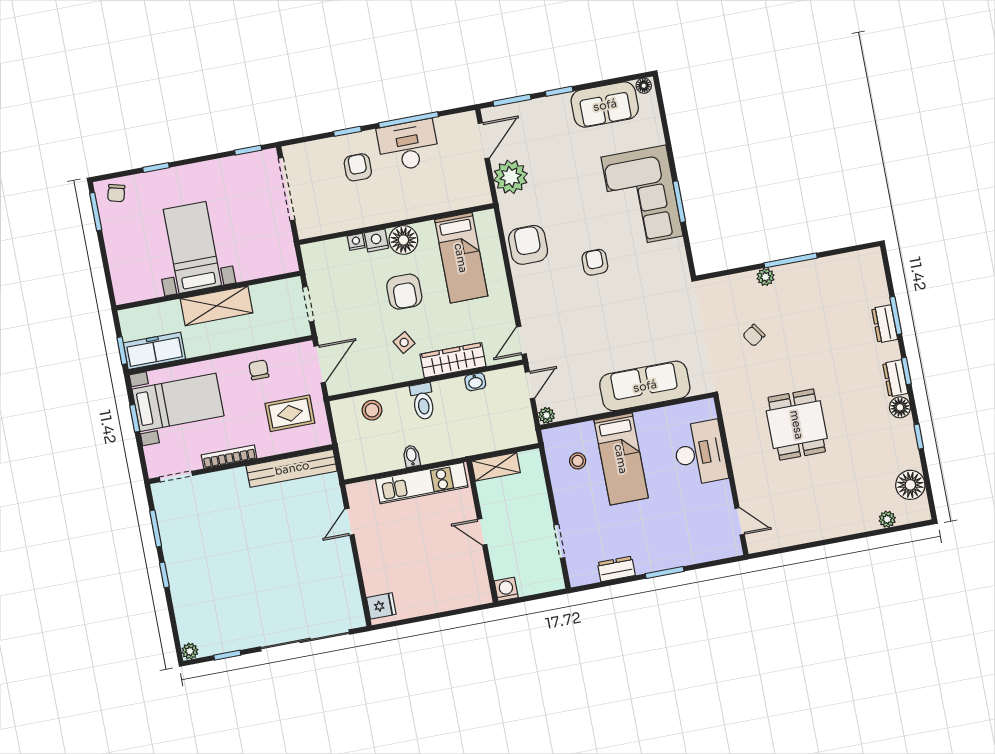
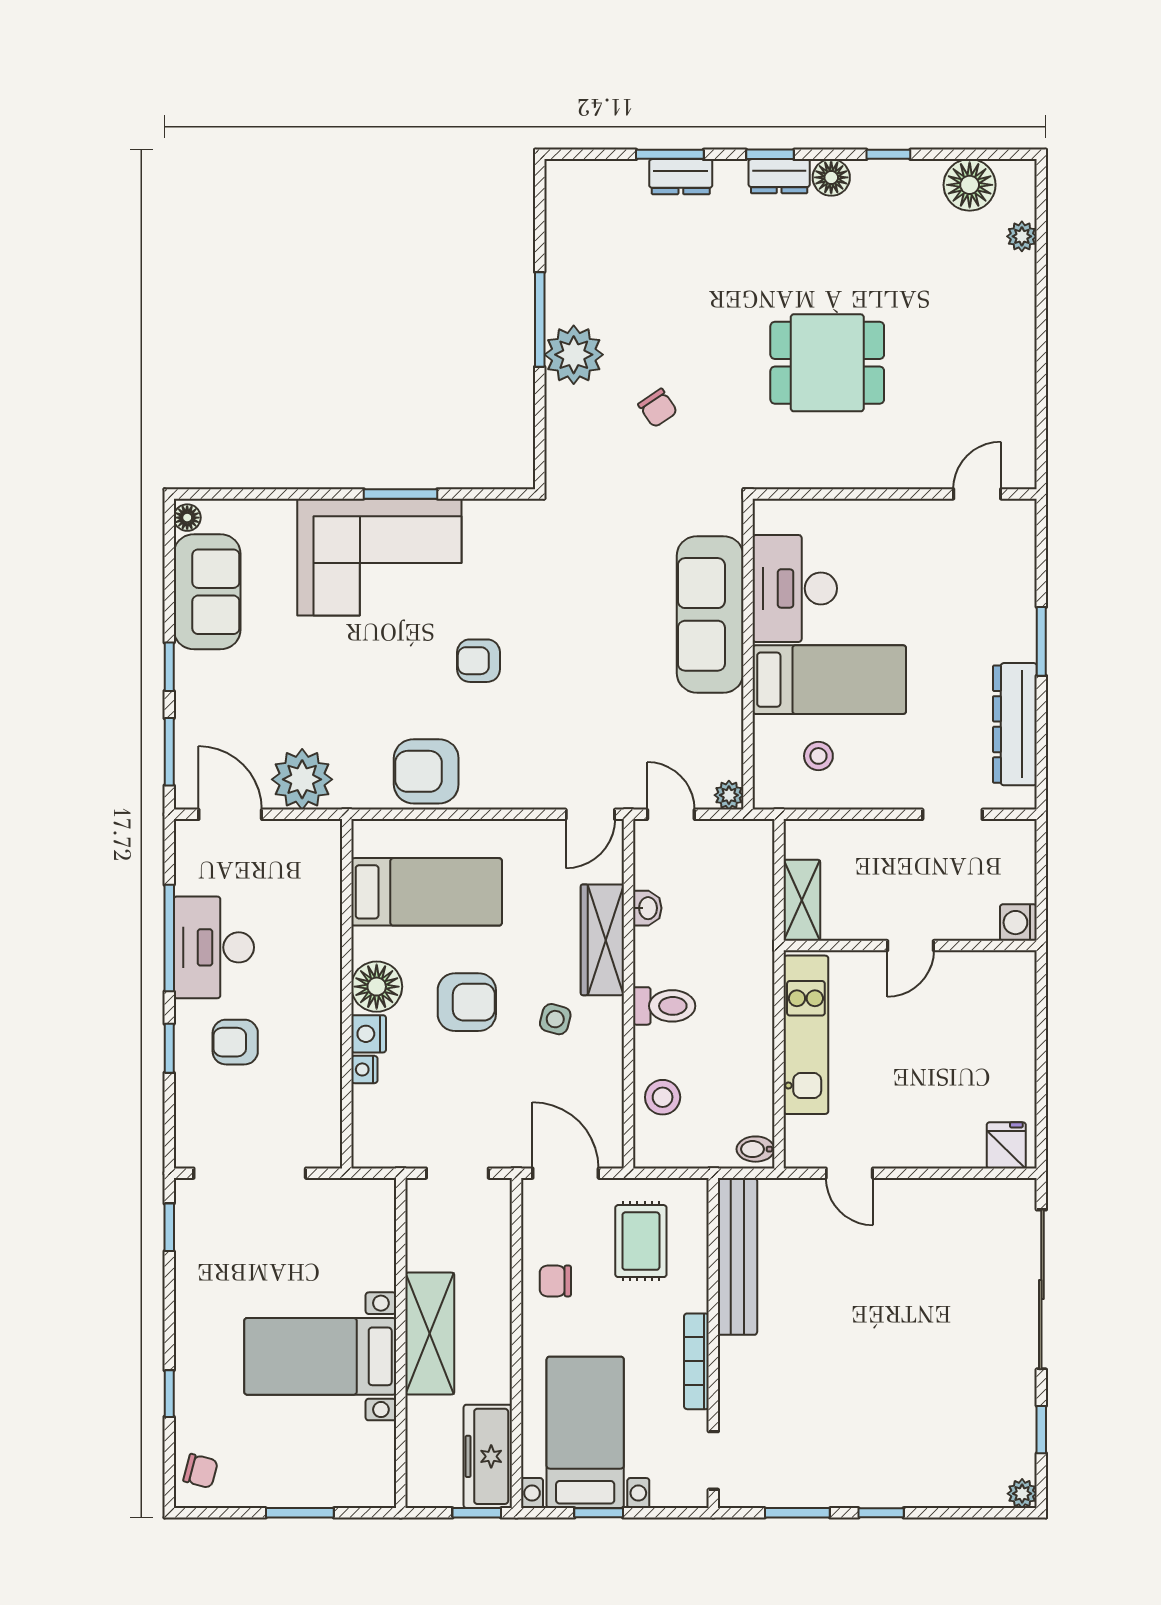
window: (96, 212) -> (300, 1513), moved
plant: (766, 277) -> (574, 355), width x1.88, depth x1.88
door: (521, 340) -> (590, 814), hinge flipped
side table: (404, 342) -> (555, 1019), turned 45
desk: (700, 453) -> (795, 588), moved, turned -90
bidet: (411, 456) -> (756, 1149), moved
dresser: (616, 569) -> (1015, 724), width x1.96, depth x1.24

